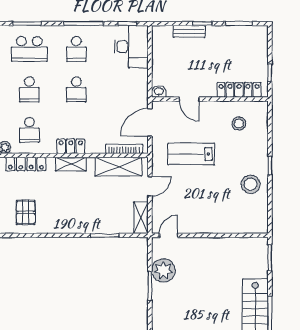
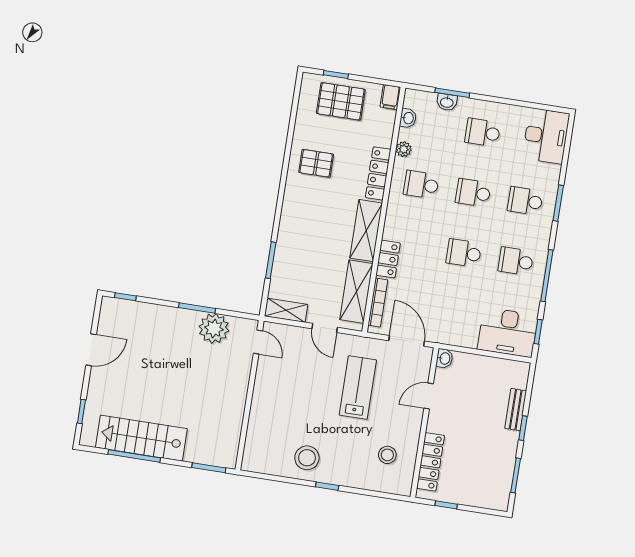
school desk: (29, 49) -> (525, 201), width x0.54
locker: (71, 146) -> (388, 259), moved
shelving: (71, 164) -> (366, 231), width x1.50, depth x1.33

